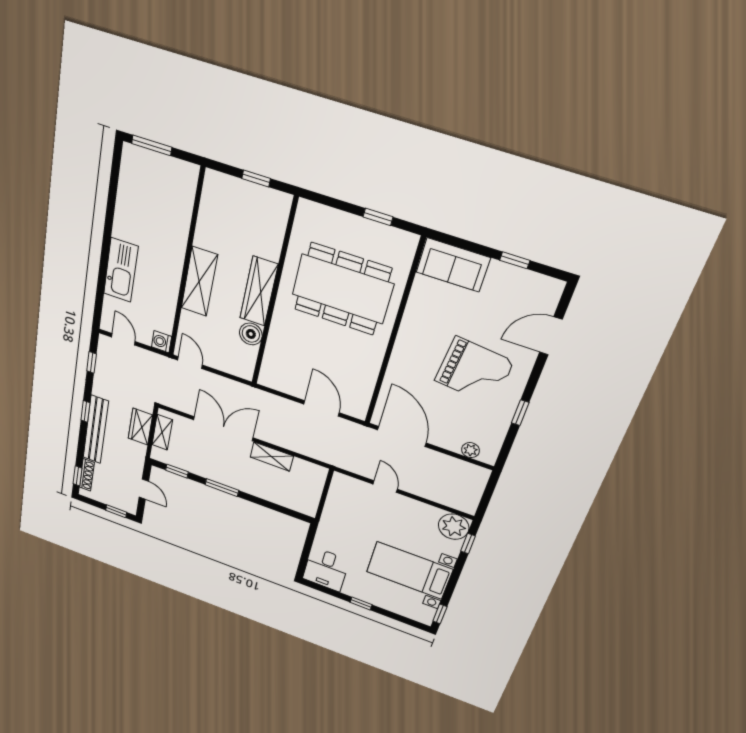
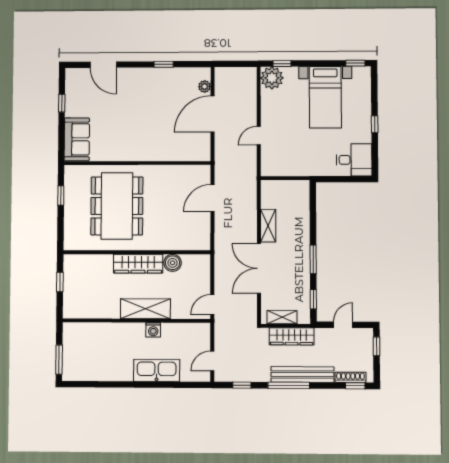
washing machine: (162, 342) -> (153, 330), moved
grand piano: (474, 371) -> (145, 103), removed
window: (85, 411) -> (289, 385), width x2.17
wardrobe: (140, 427) -> (292, 336), width x1.50
door: (402, 436) -> (213, 114), moved

